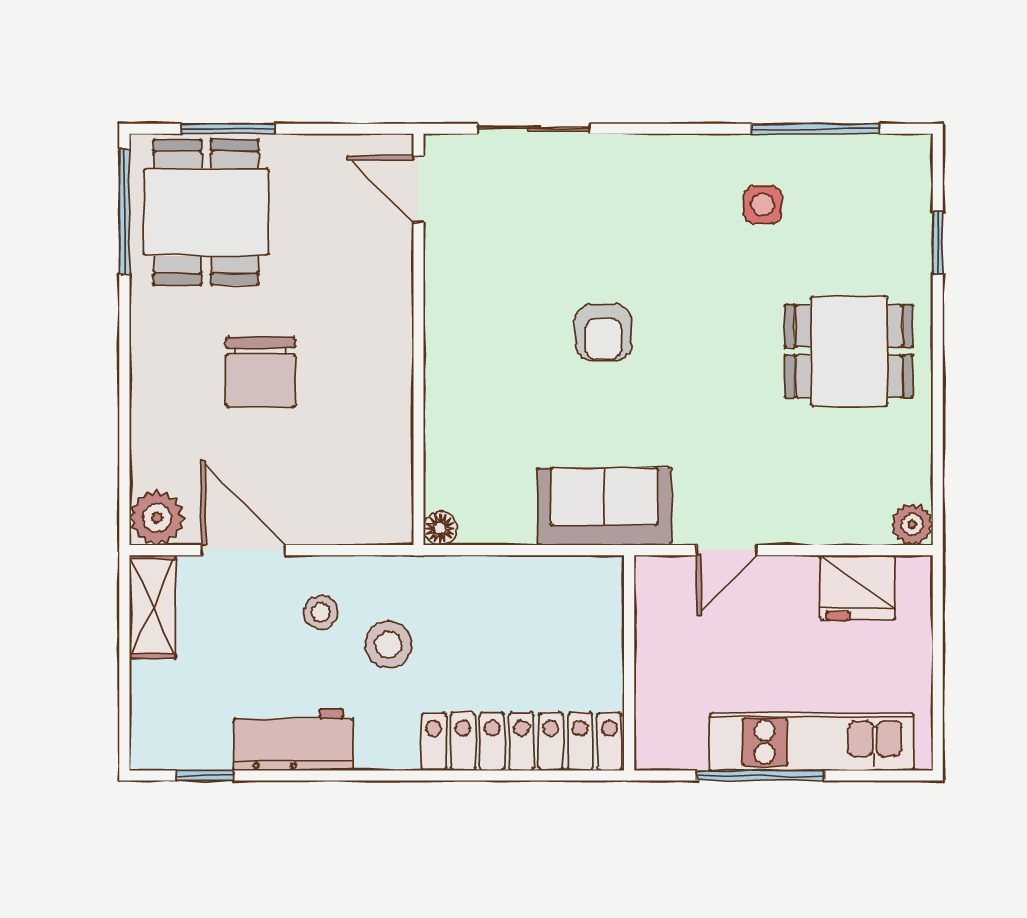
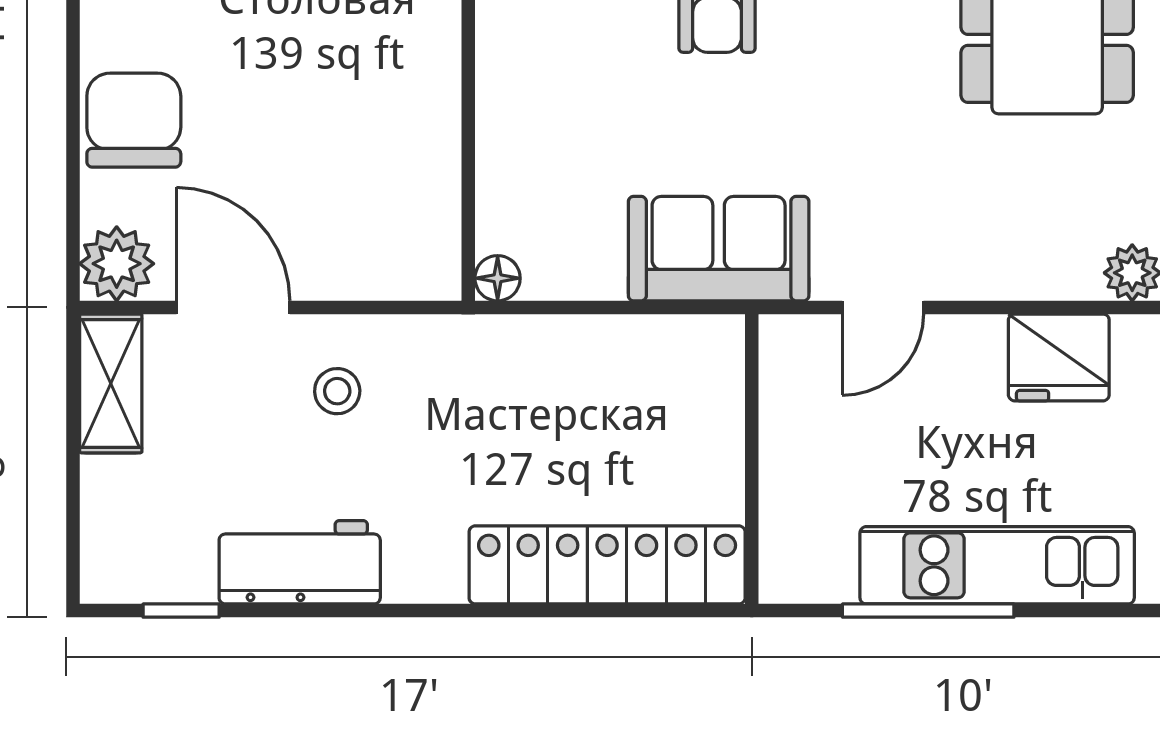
chair: (261, 372) -> (134, 120), moved, turned 180
stool: (388, 645) -> (428, 435), removed

